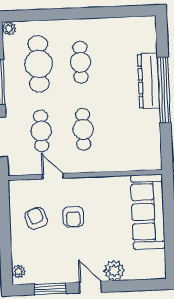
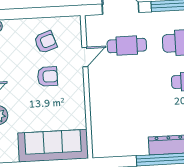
cafe table: (83, 129) -> (129, 85), removed
armchair: (73, 217) -> (47, 76), turned 180

